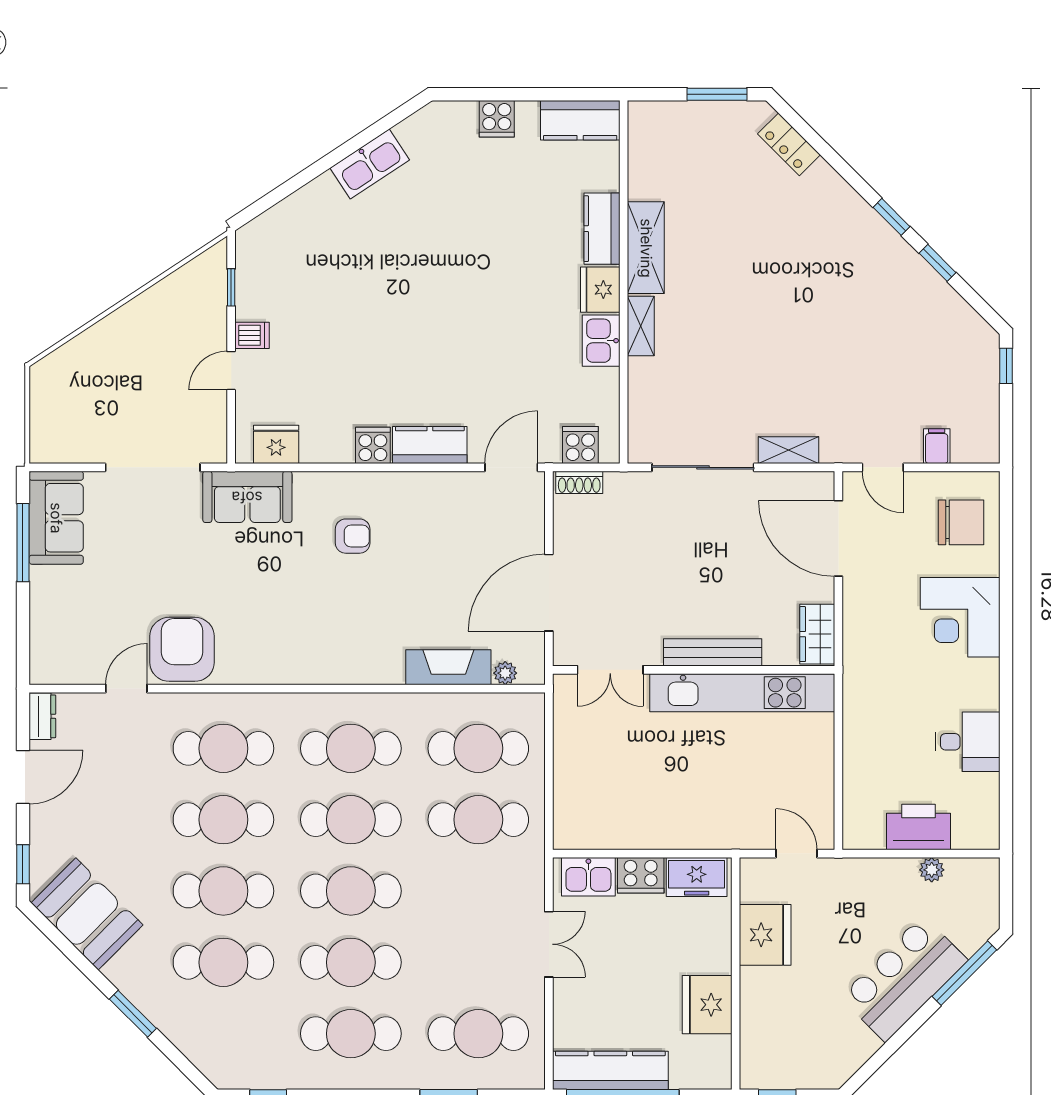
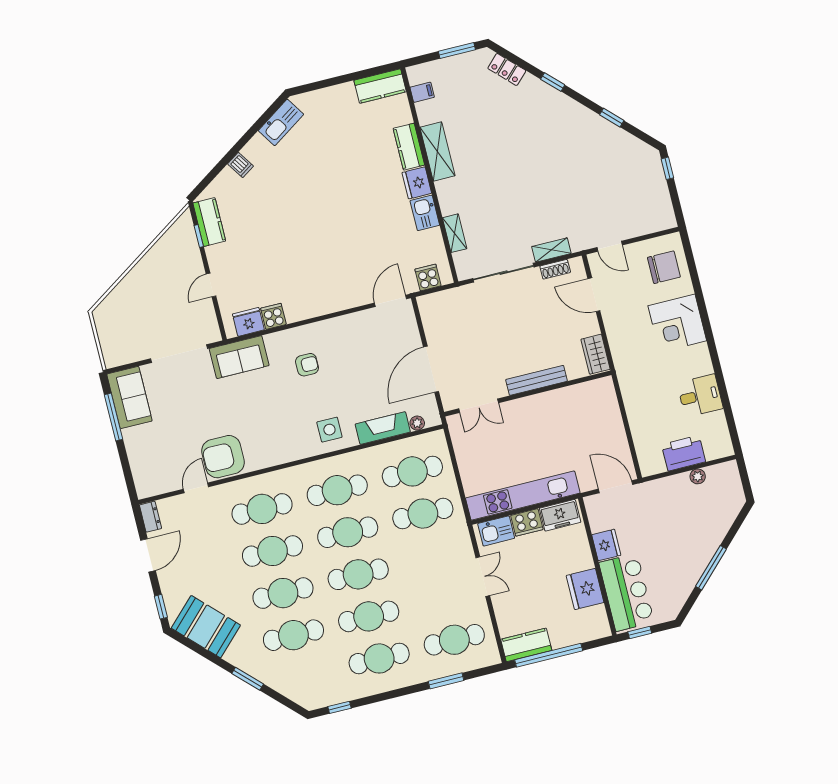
cooker: (497, 119) -> (331, 97), removed
kitchen sink: (370, 164) -> (281, 122), moved
window: (892, 217) -> (553, 82), moved
shelving: (641, 326) -> (455, 233), moved
dishwasher: (252, 335) -> (241, 165), moved, turned 57
cooker: (373, 445) -> (273, 316), moved
kitchen counter: (430, 445) -> (209, 222), moved, turned 90
filing cabinet: (937, 446) -> (422, 92), moved, turned 90
shoe rack: (579, 482) -> (555, 269), moved
door: (838, 538) -> (594, 295), width x0.73
armchair: (182, 649) -> (223, 457), turned -90
side table: (363, 649) -> (329, 430), added
kitchen unit: (742, 693) -> (523, 496), moved, turned 180
door: (797, 854) -> (616, 487), width x1.38
fridge: (765, 935) -> (606, 545), width x0.73, depth x0.75
window: (964, 973) -> (711, 568), moved
bar counter: (904, 979) -> (627, 592), moved, turned 135
kitchen counter: (610, 1070) -> (526, 645), width x0.67

